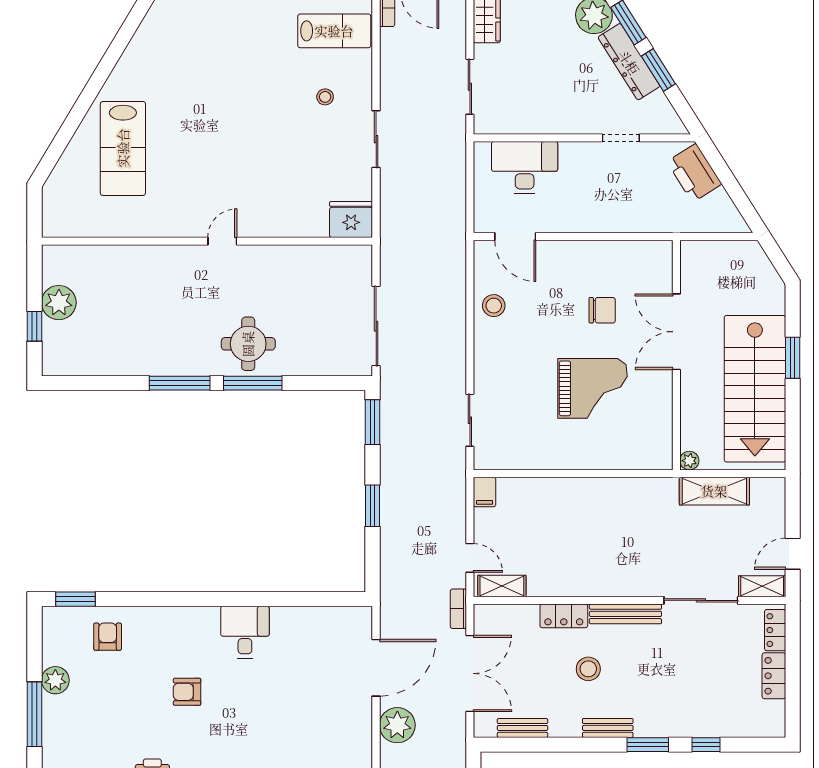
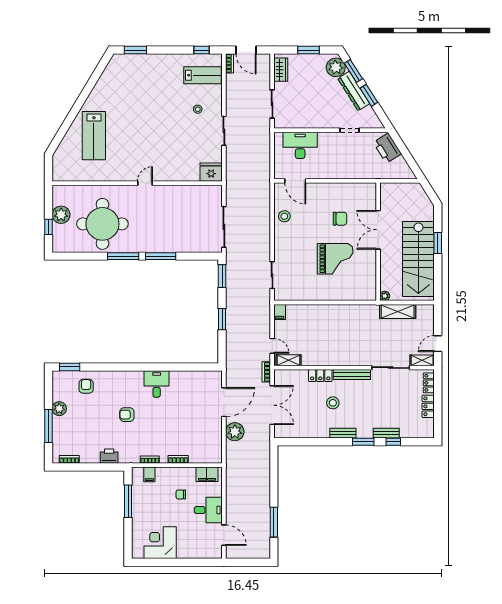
round table: (248, 344) -> (102, 224), moved, width x1.86, depth x1.86
bench: (523, 728) -> (386, 433), moved

